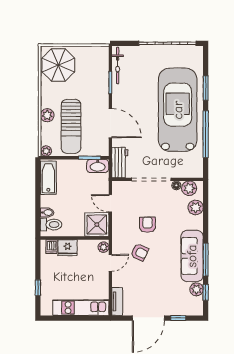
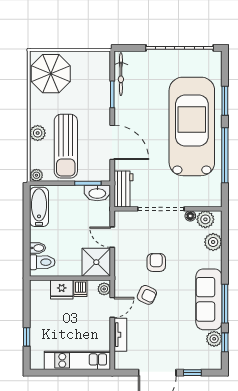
dishwasher: (52, 247) -> (80, 288), moved
tv unit: (117, 301) -> (120, 335), moved

